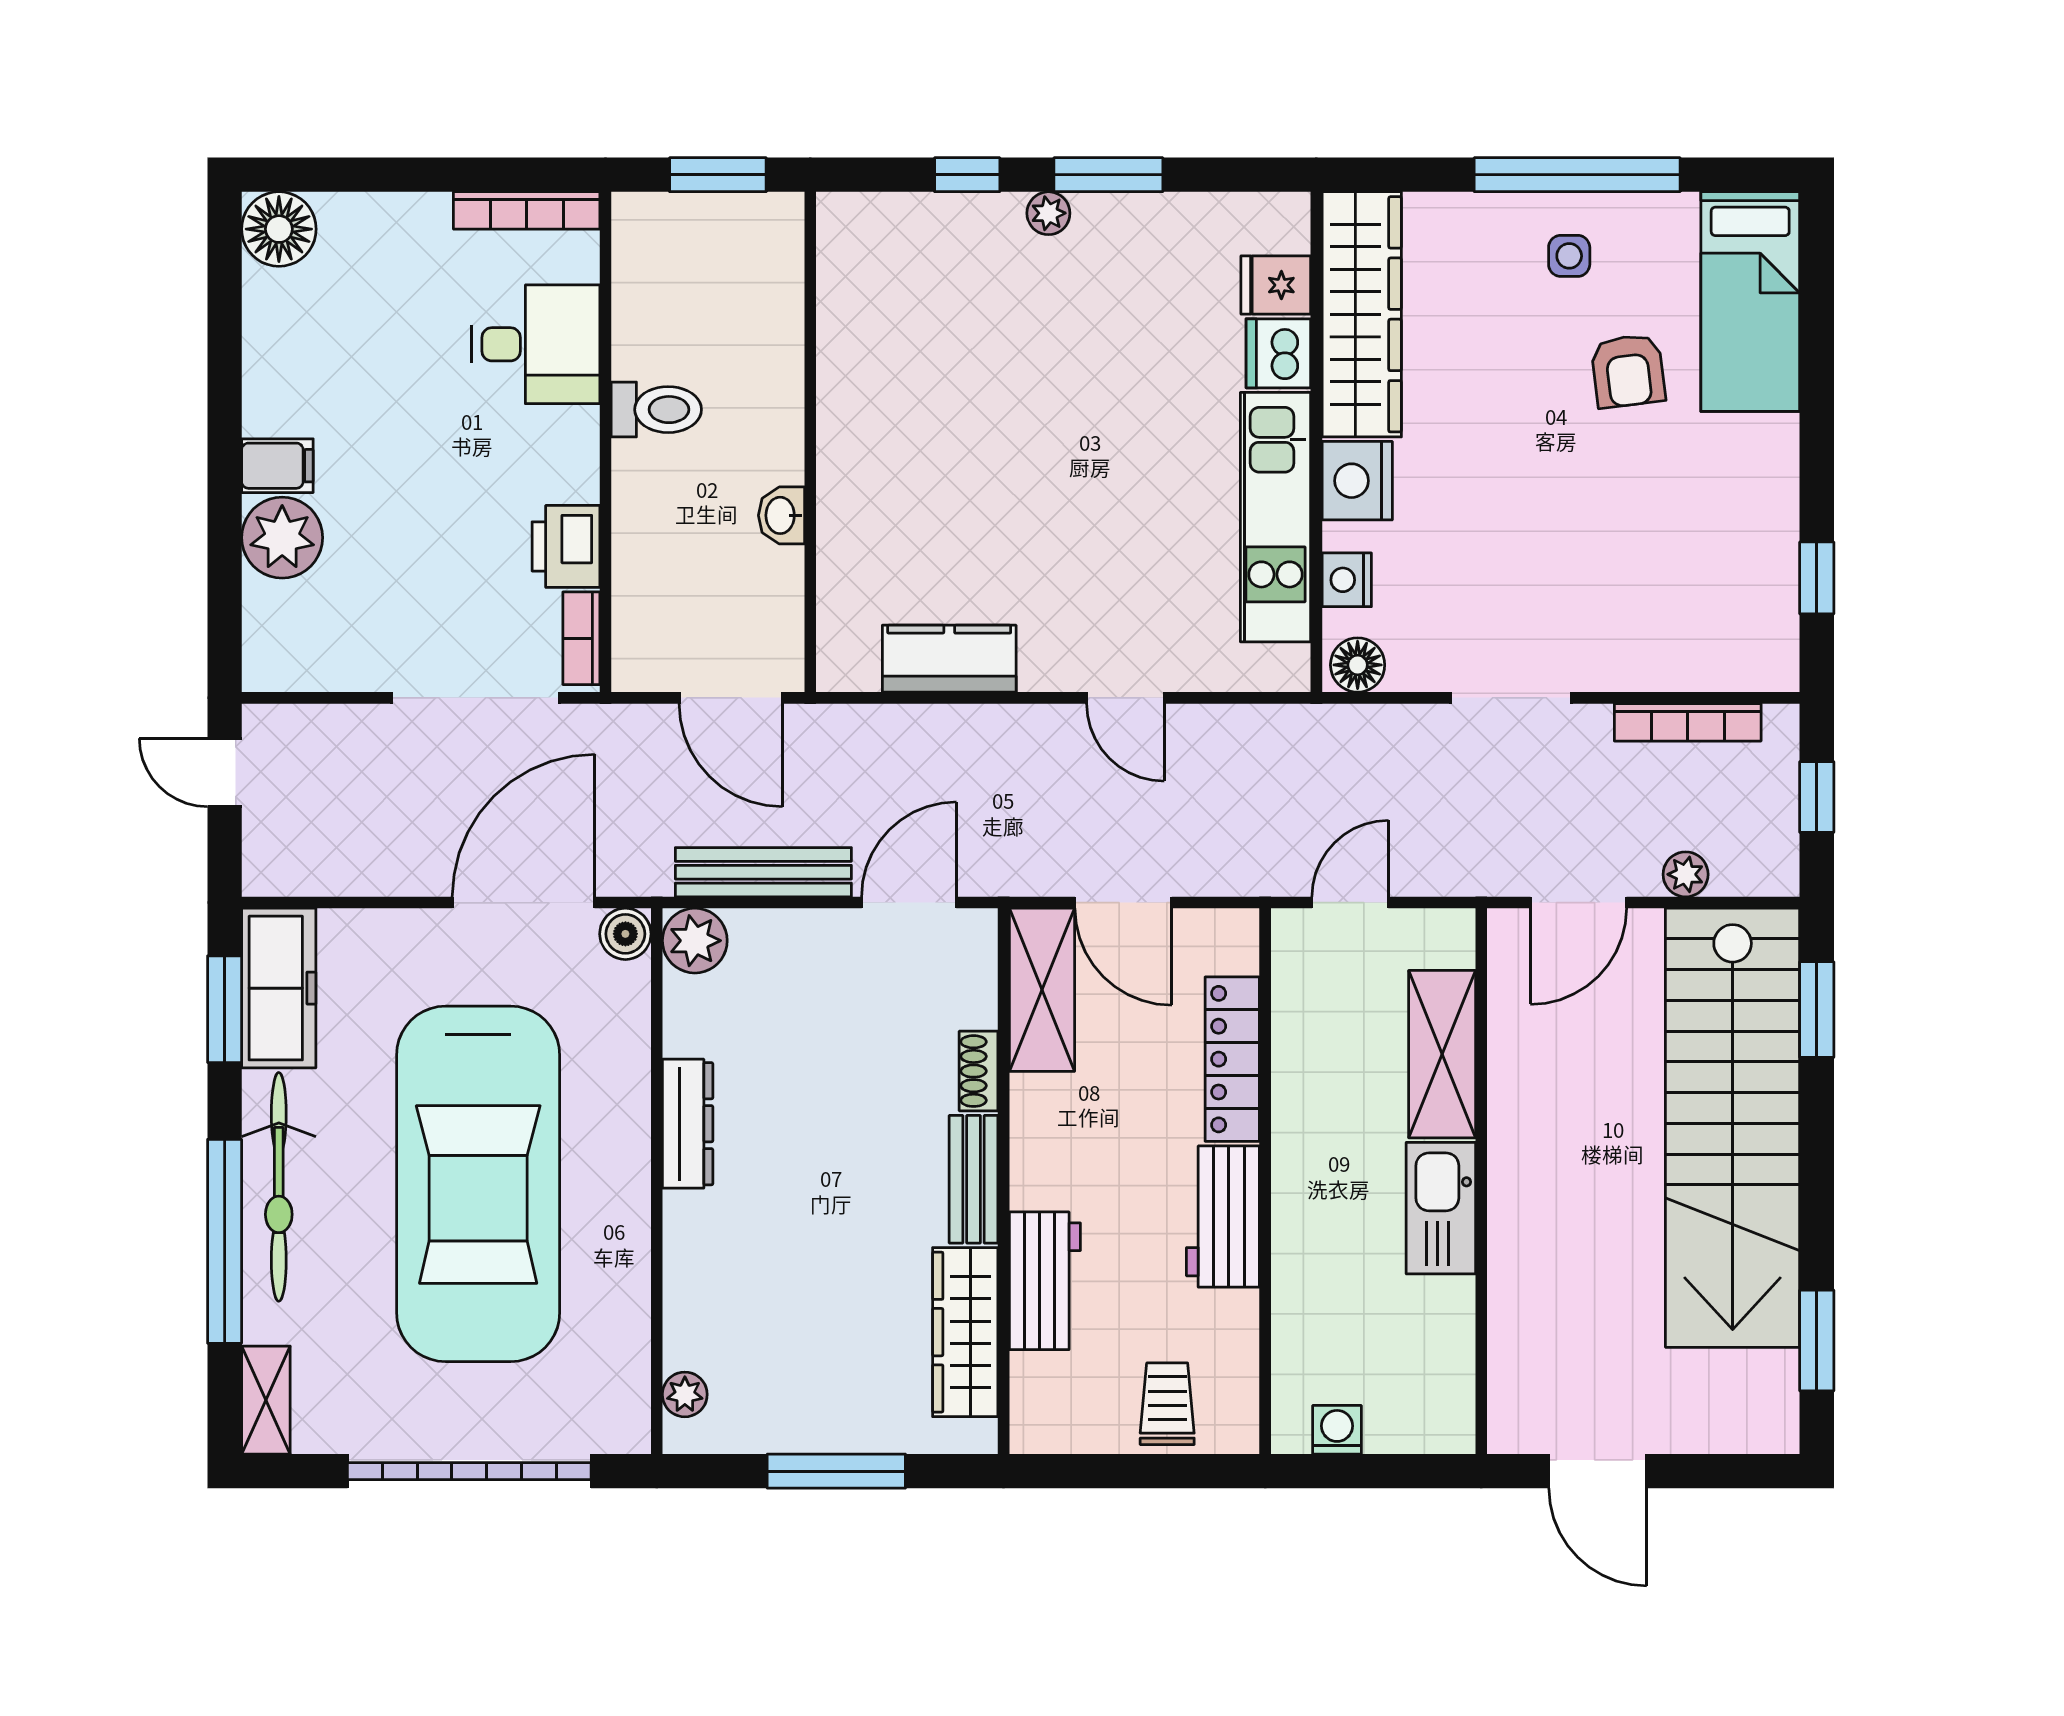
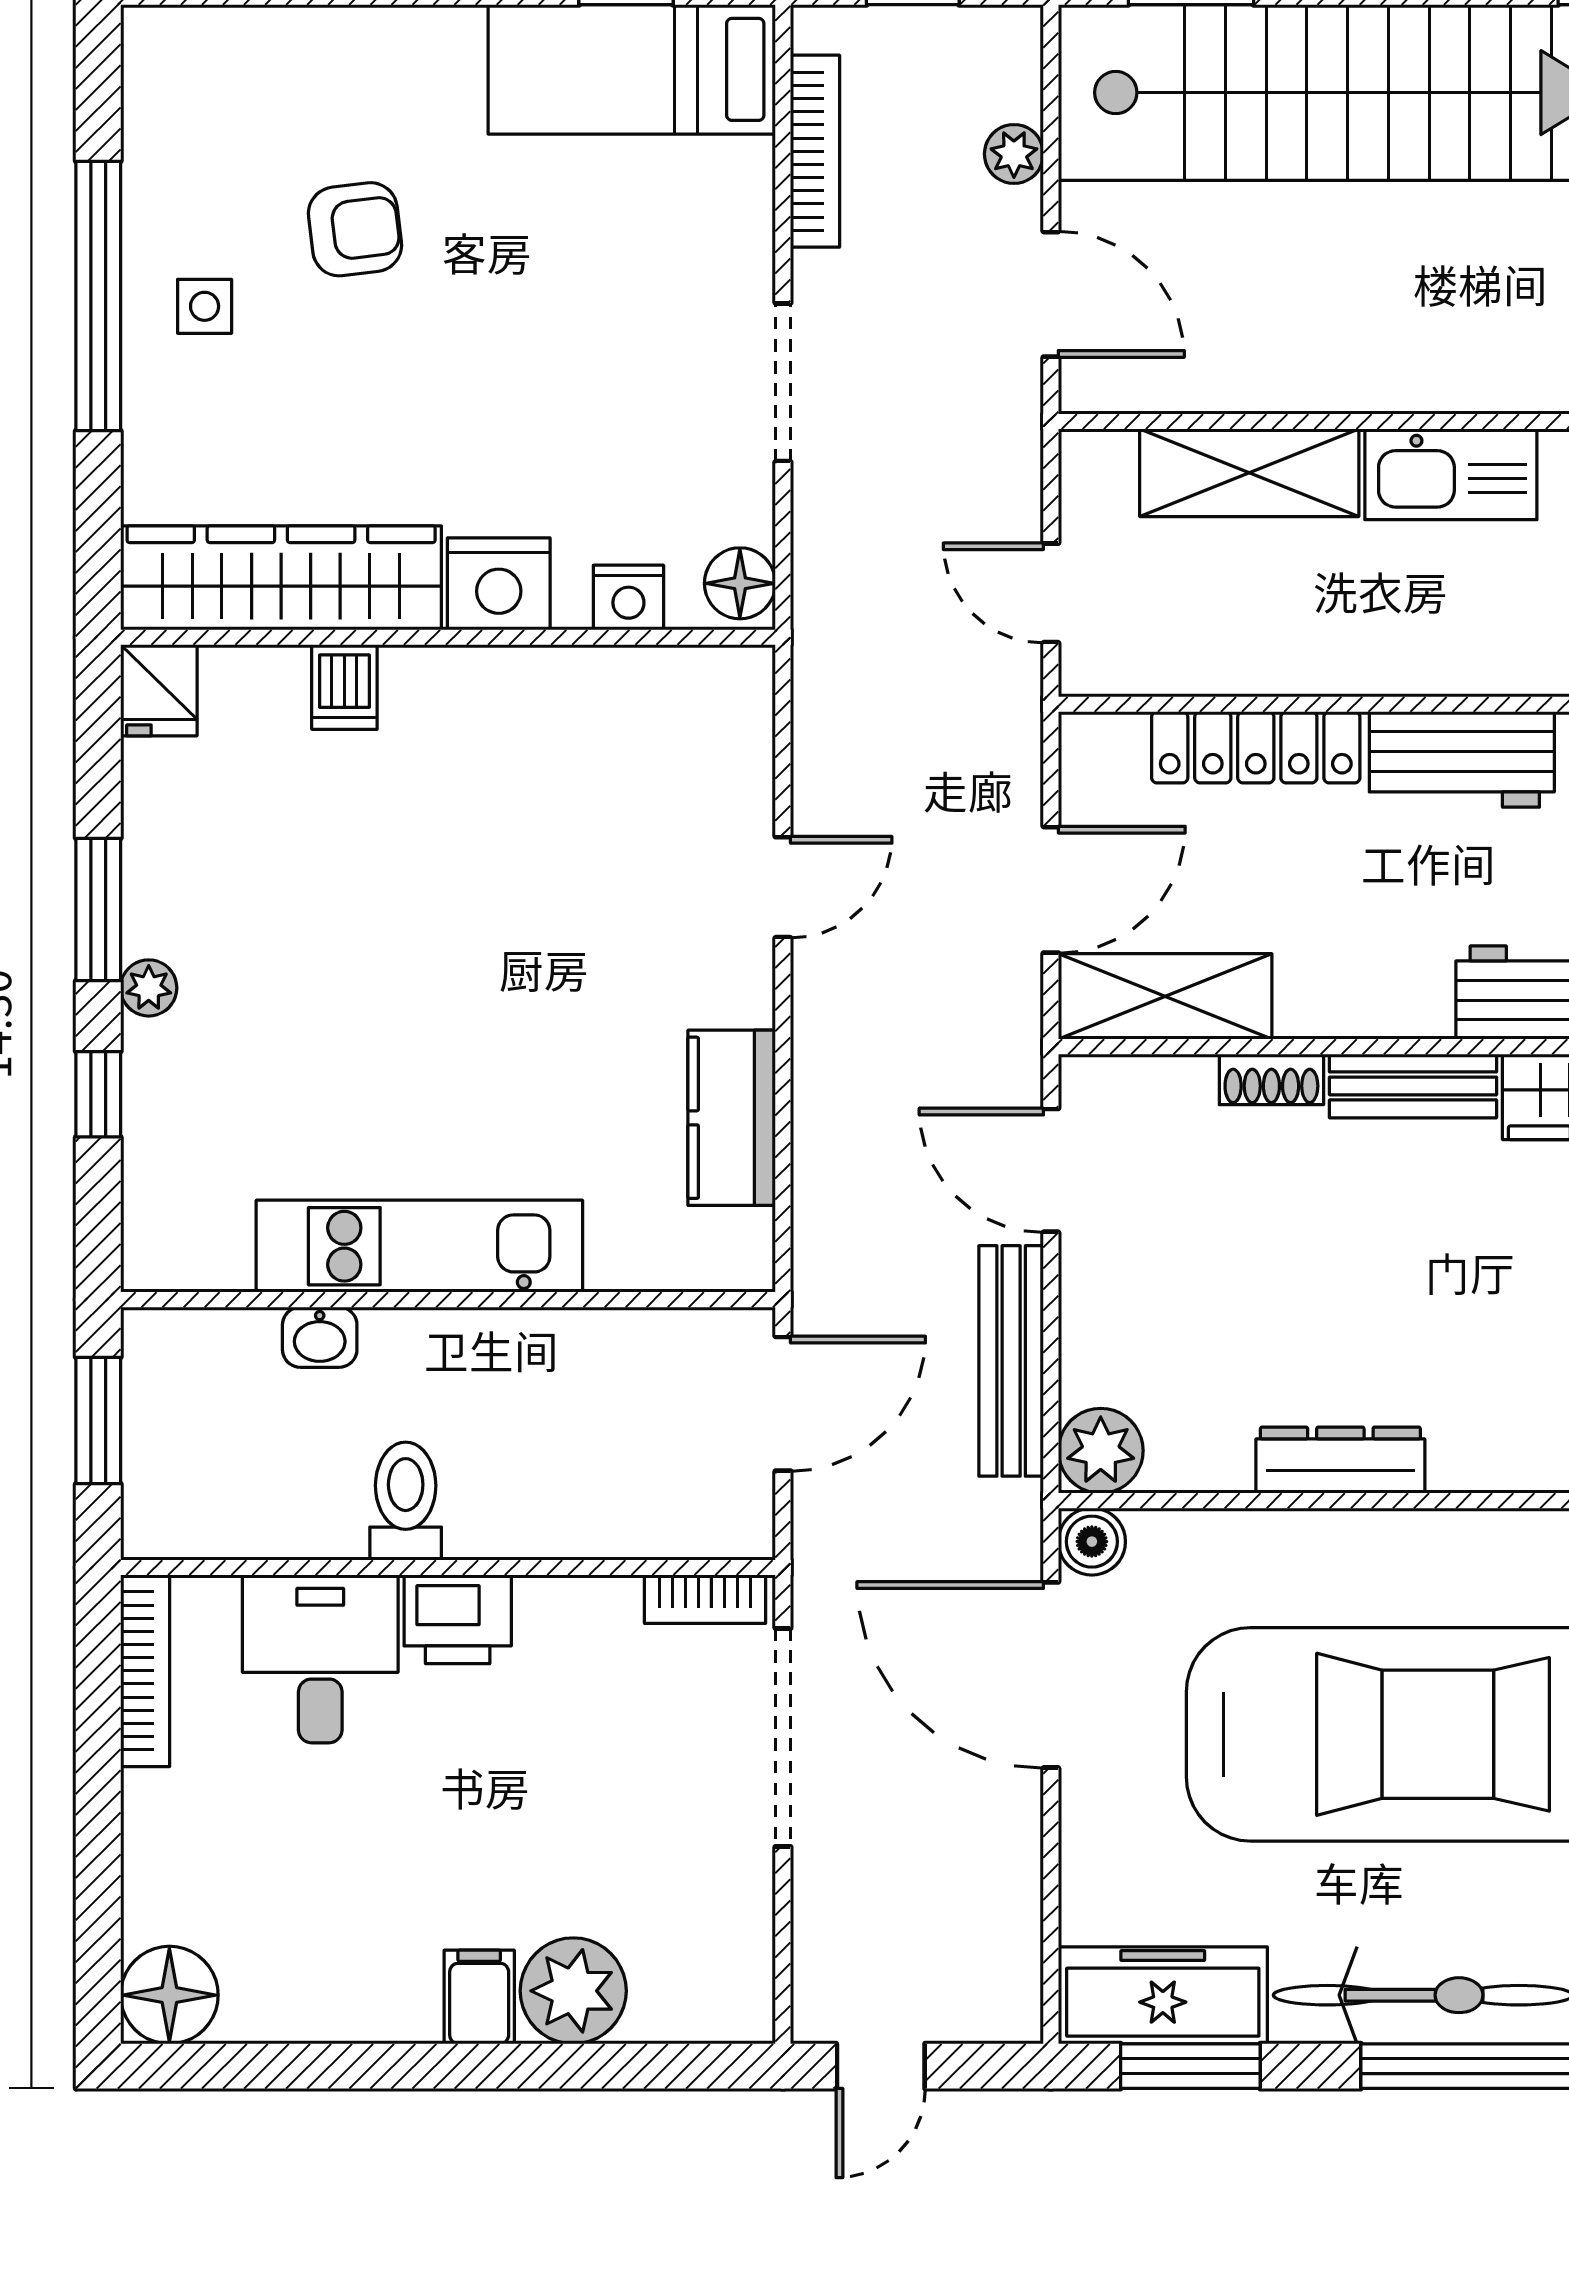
fridge: (1276, 285) -> (159, 690), moved
bed: (1750, 302) -> (632, 69), moved, turned 180
dishwasher: (1278, 353) -> (344, 687), width x0.73
washbasin: (782, 515) -> (320, 1337), moved
kitchen unit: (1275, 517) -> (419, 1246), moved, turned 180
printer: (566, 546) -> (458, 1619), moved

